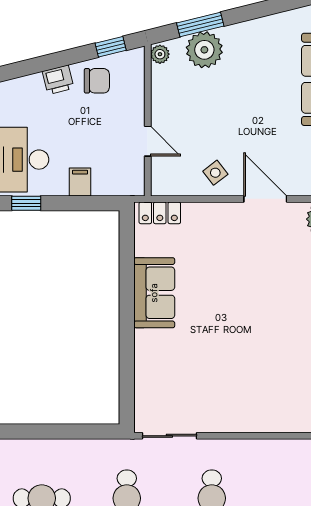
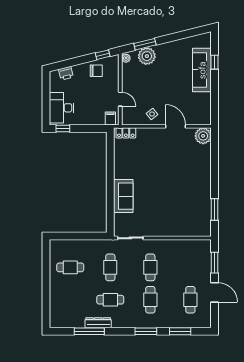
printer: (58, 80) -> (66, 73), moved
filing cabinet: (80, 182) -> (110, 118), moved
sofa: (154, 293) -> (123, 196), moved

